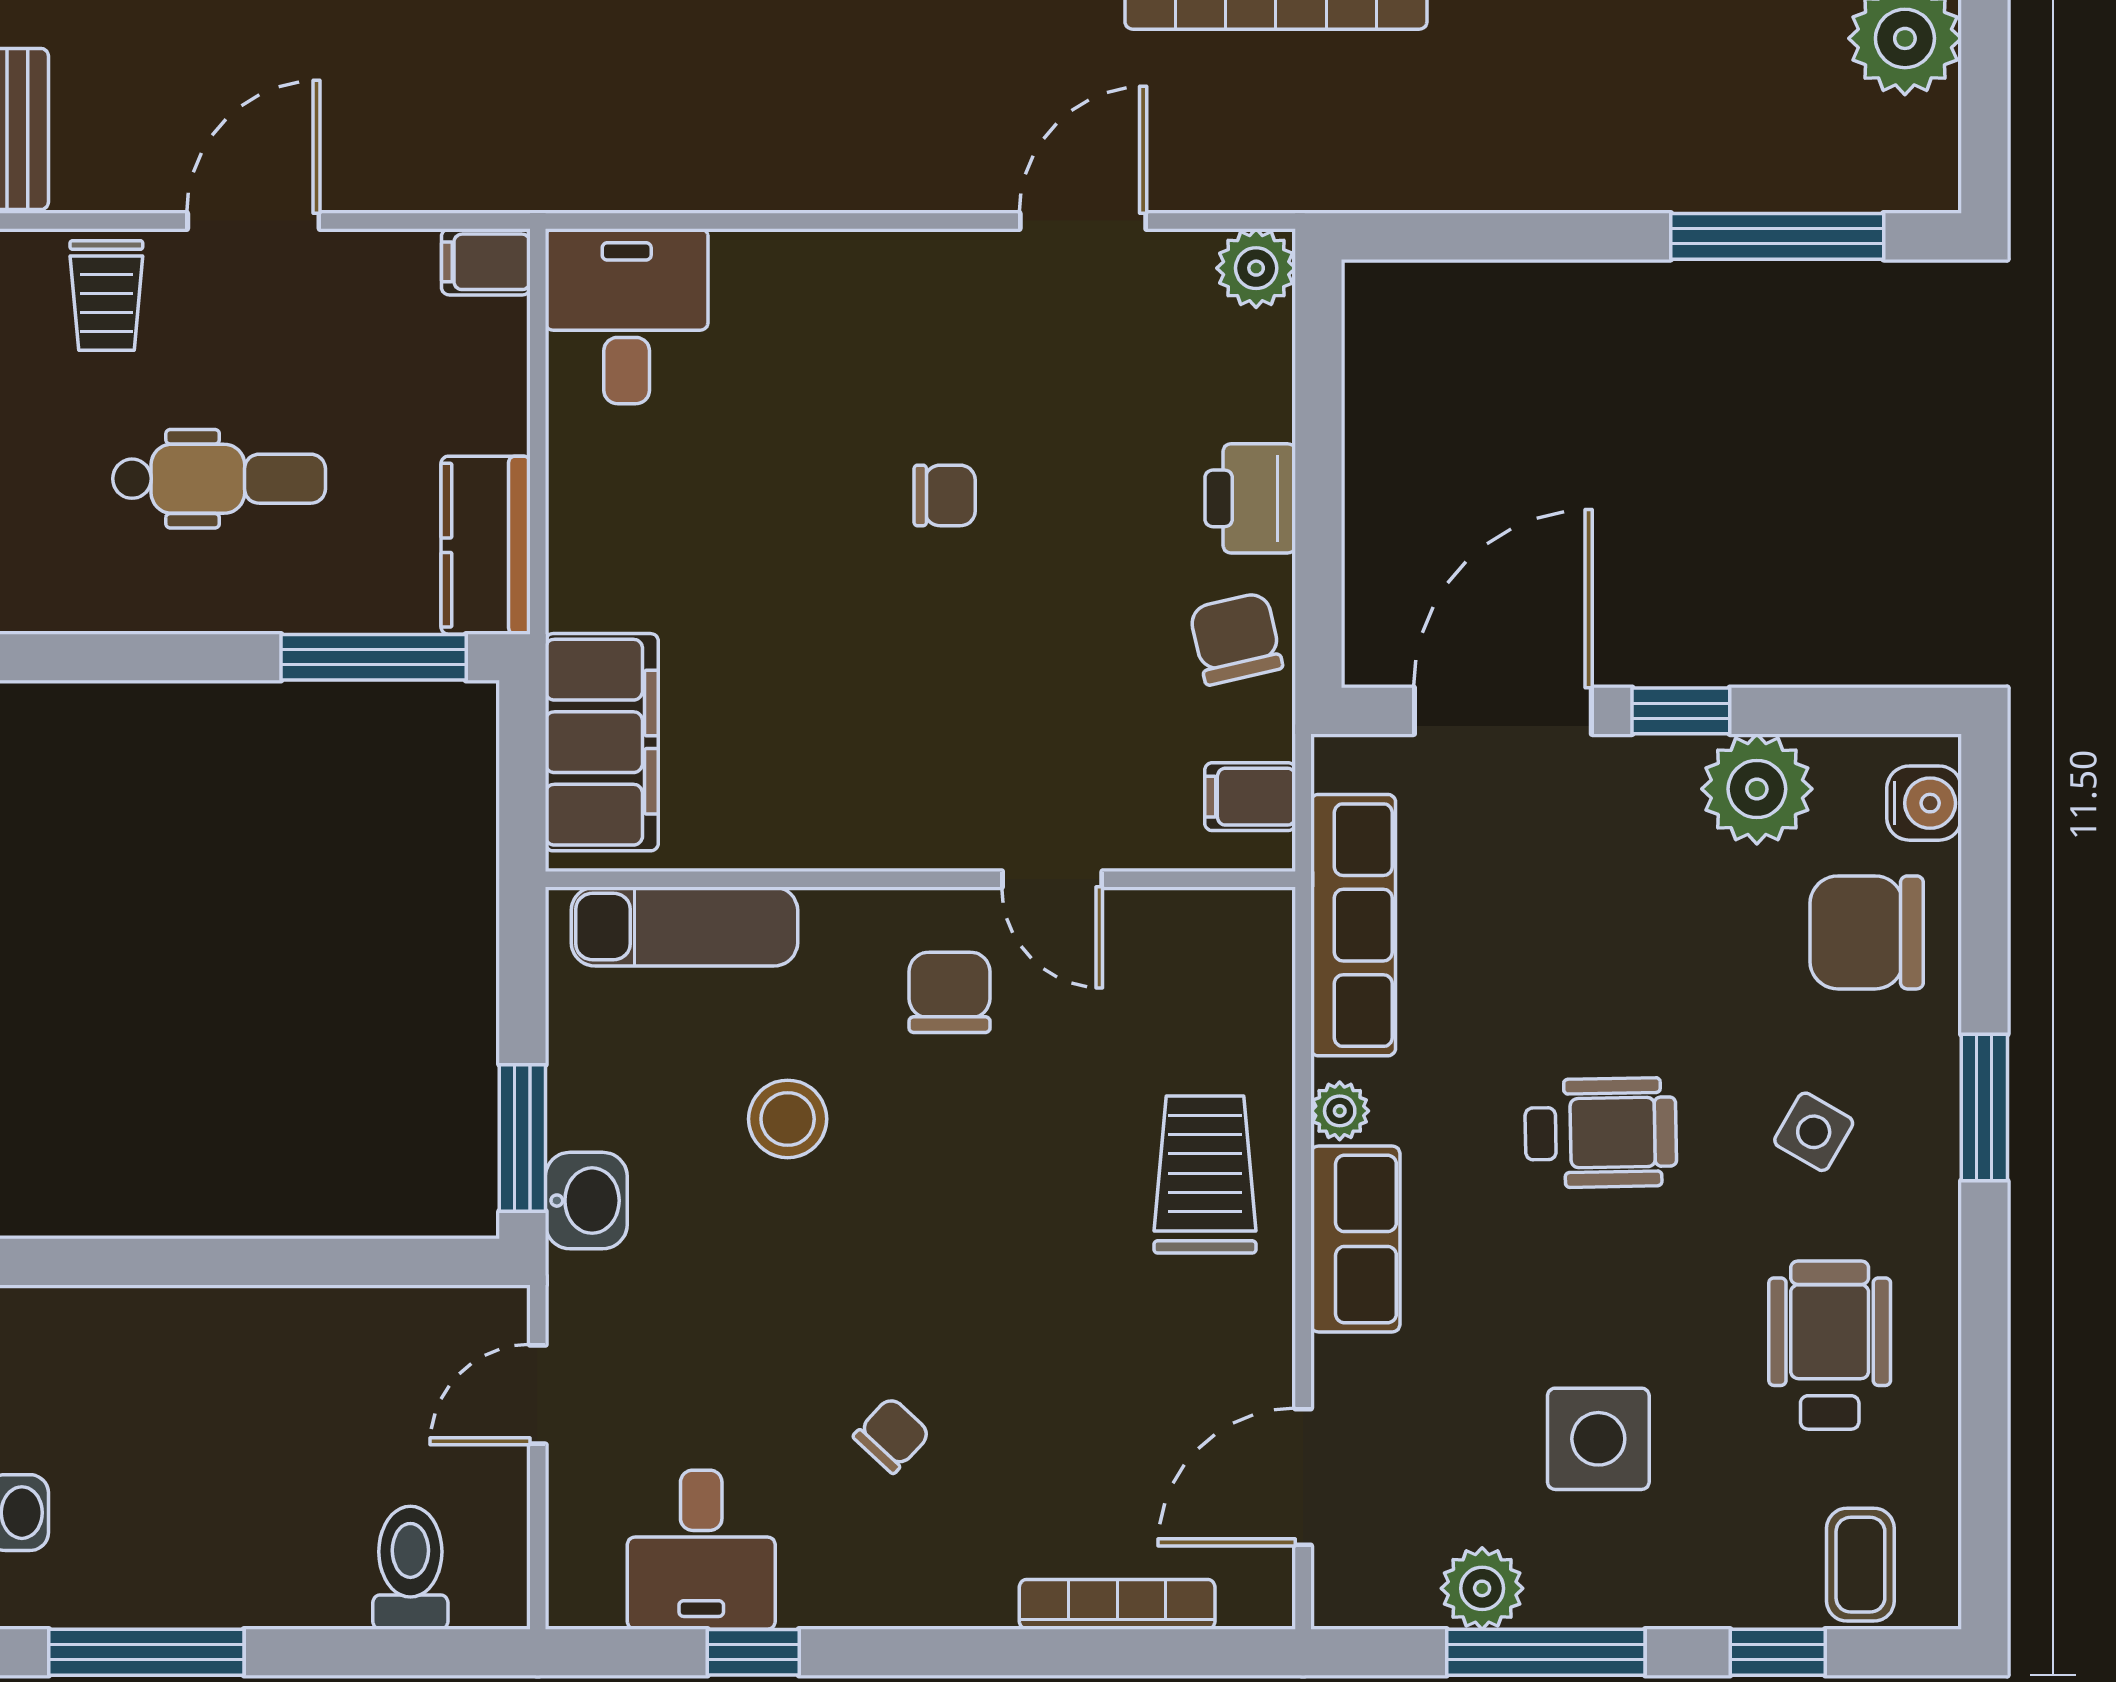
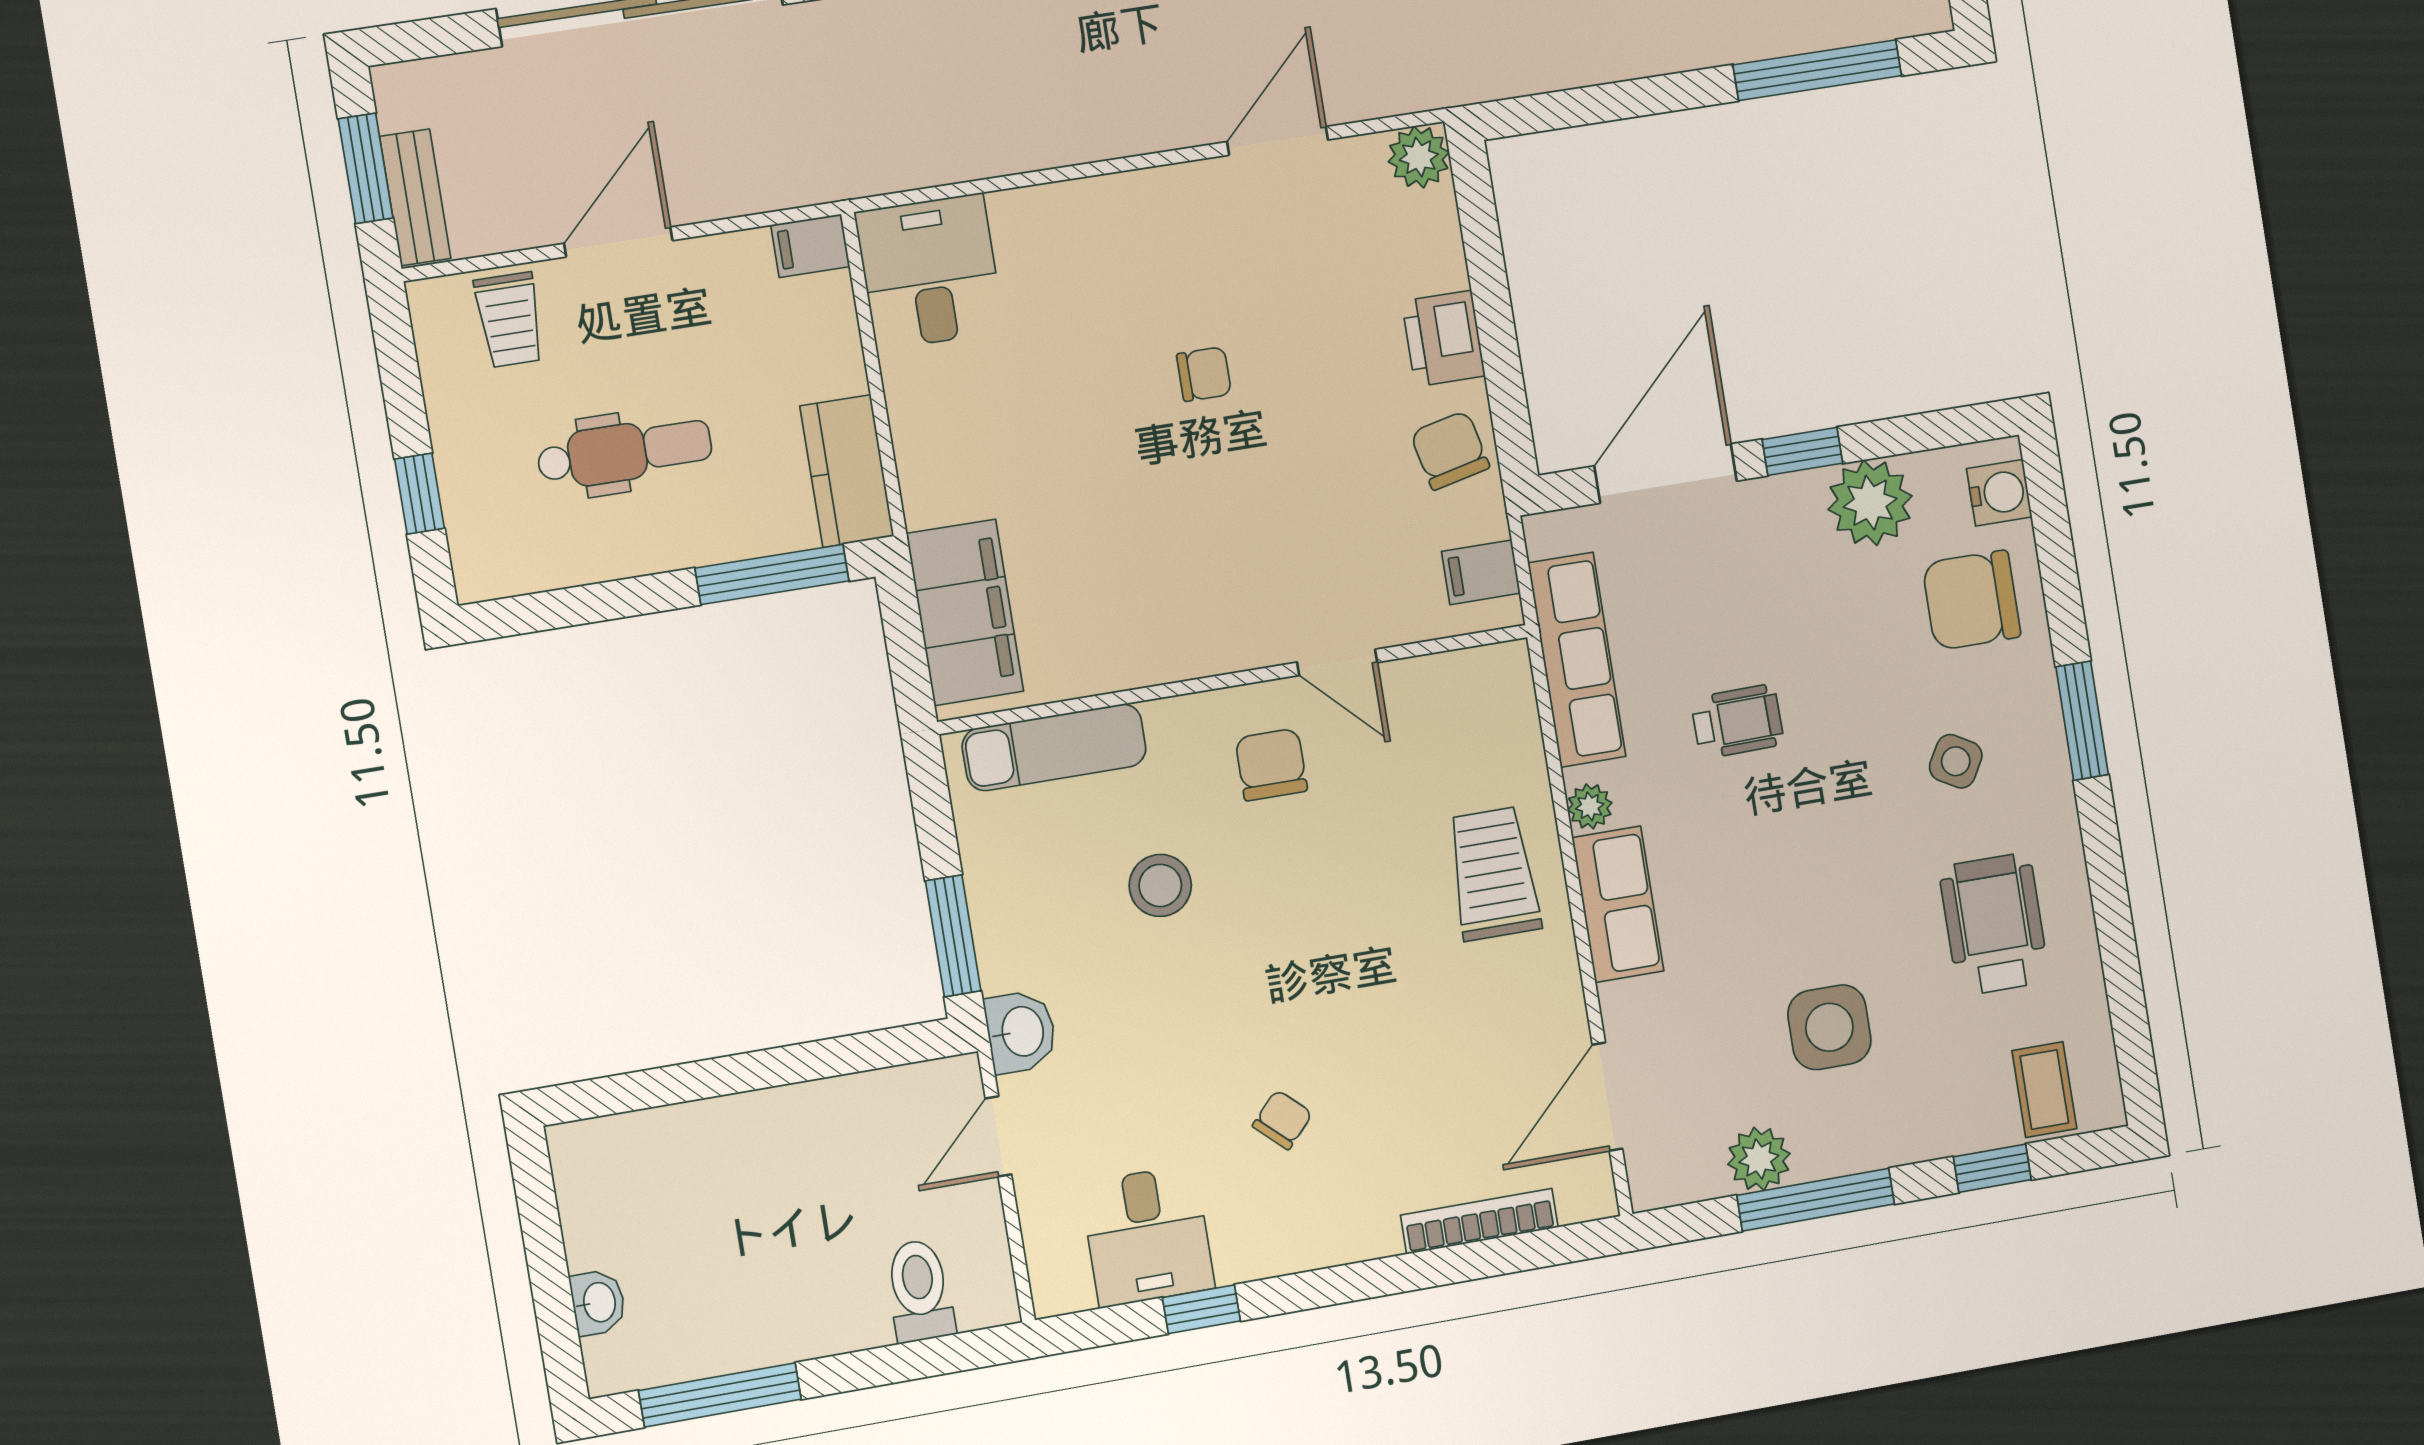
wheelchair: (1601, 1133) -> (1737, 721), moved, width x0.73, depth x0.73
washbasin: (586, 1201) -> (1021, 1032), moved

